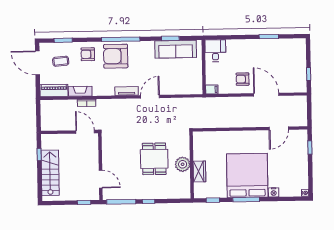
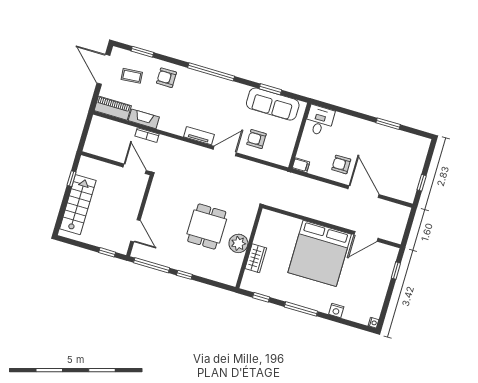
armchair: (116, 56) -> (256, 139), moved, width x0.53, depth x0.53
bed: (247, 175) -> (320, 253), moved, turned 180

